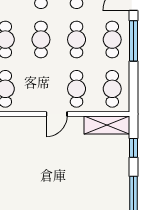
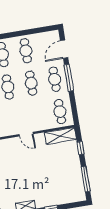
cafe table: (77, 89) -> (37, 115), removed
door: (57, 114) -> (26, 134), hinge flipped

